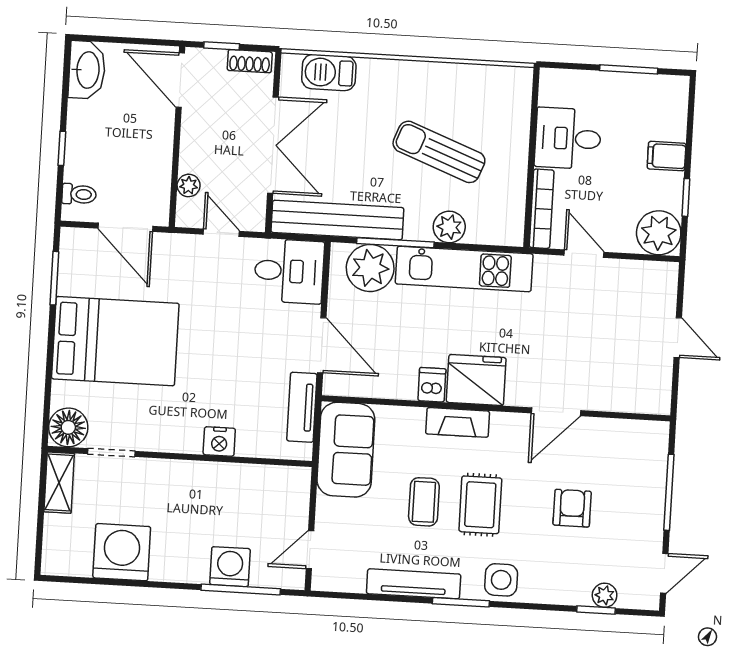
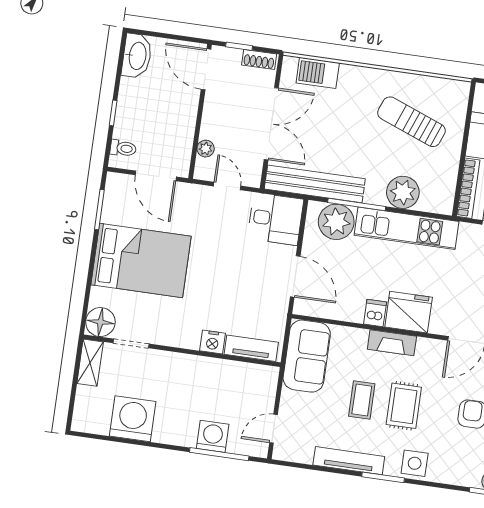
sun lounger: (439, 152) -> (411, 122), moved
plant: (449, 227) -> (403, 192), width x1.36, depth x1.36
tv unit: (302, 407) -> (251, 348), moved, turned 90

